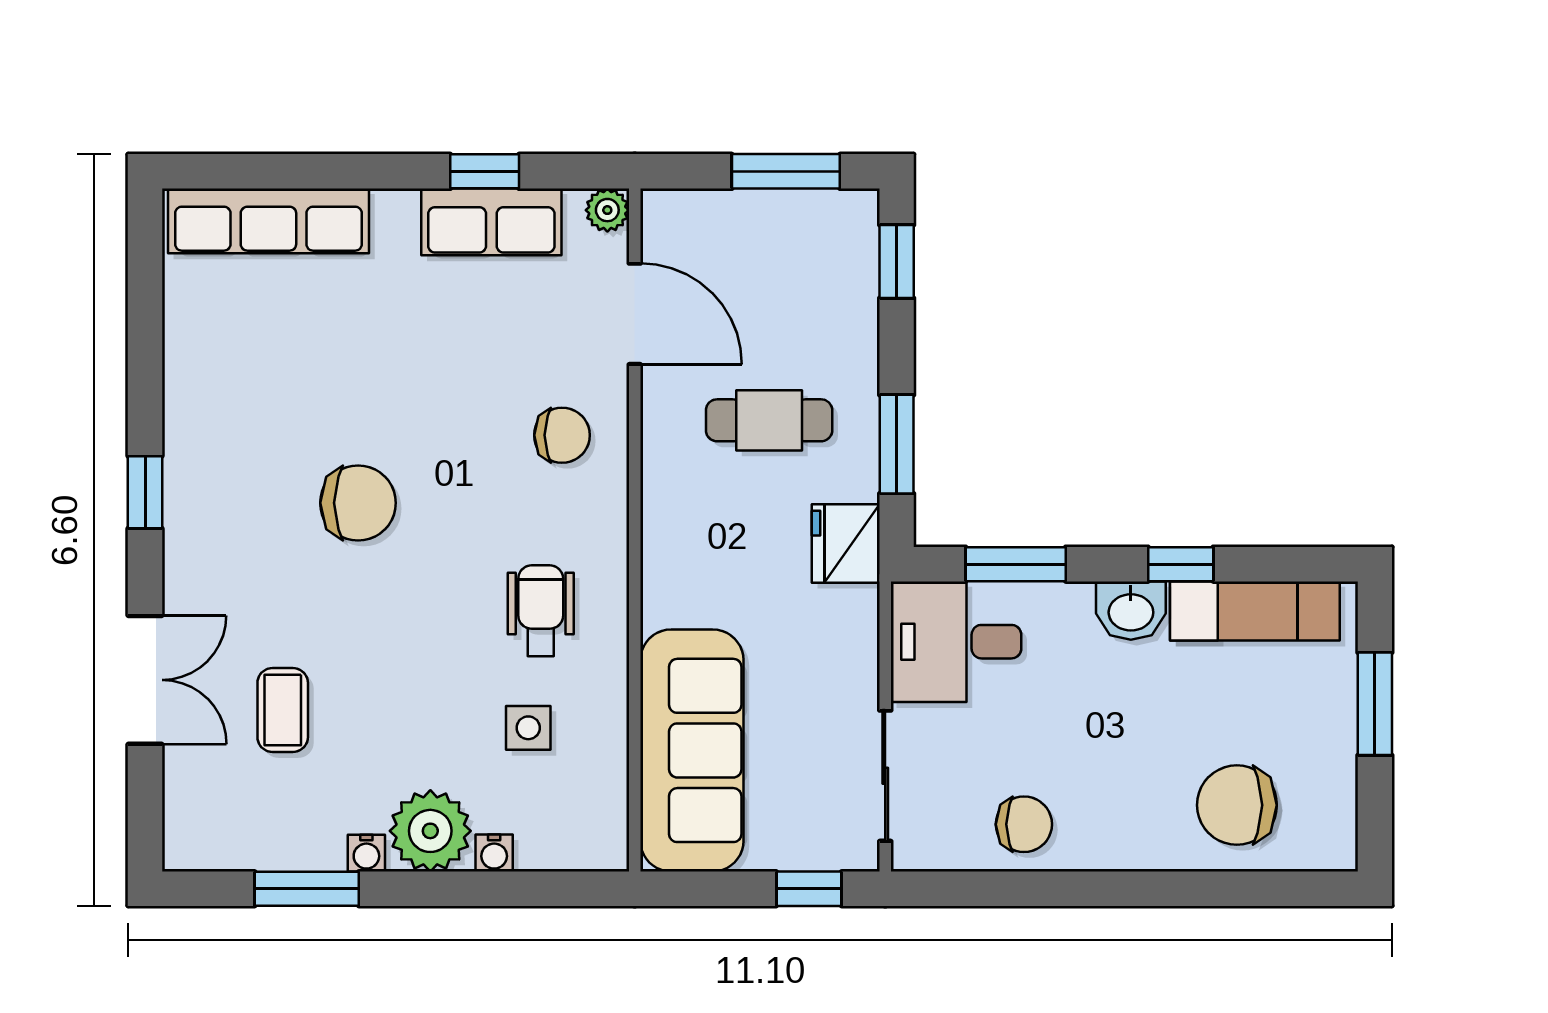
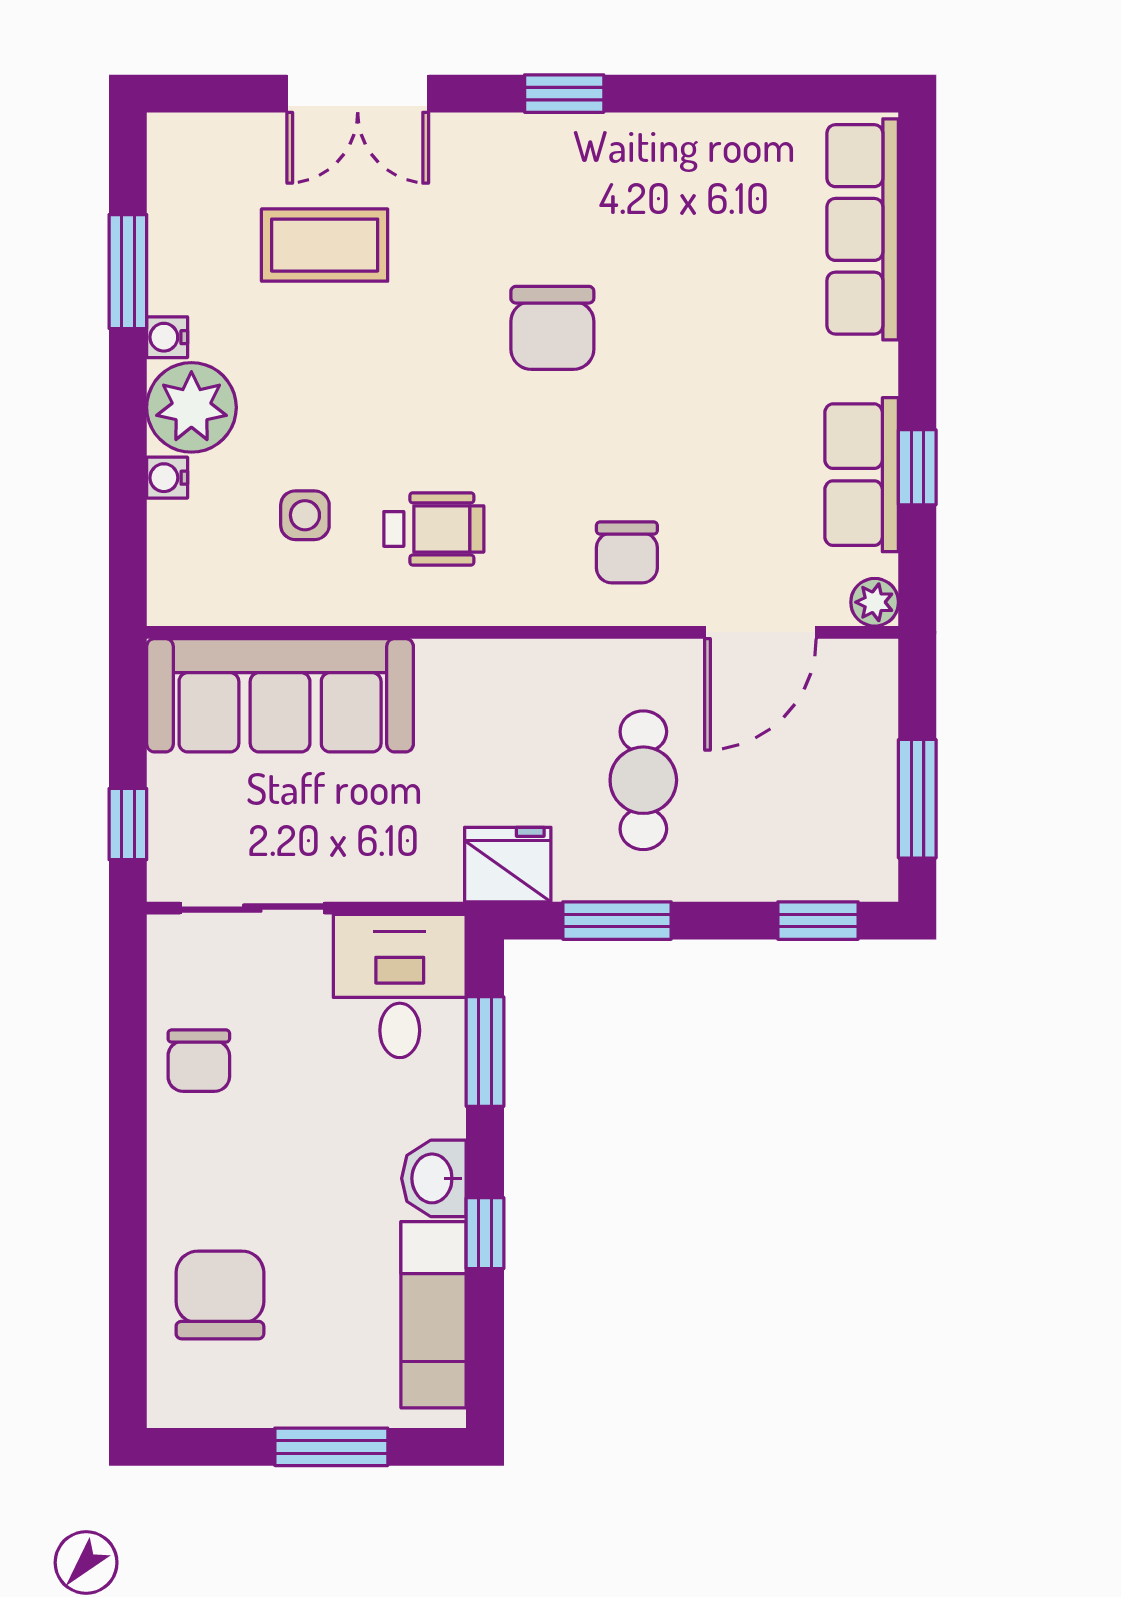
coffee table: (283, 710) -> (325, 245), width x1.36, depth x1.30

